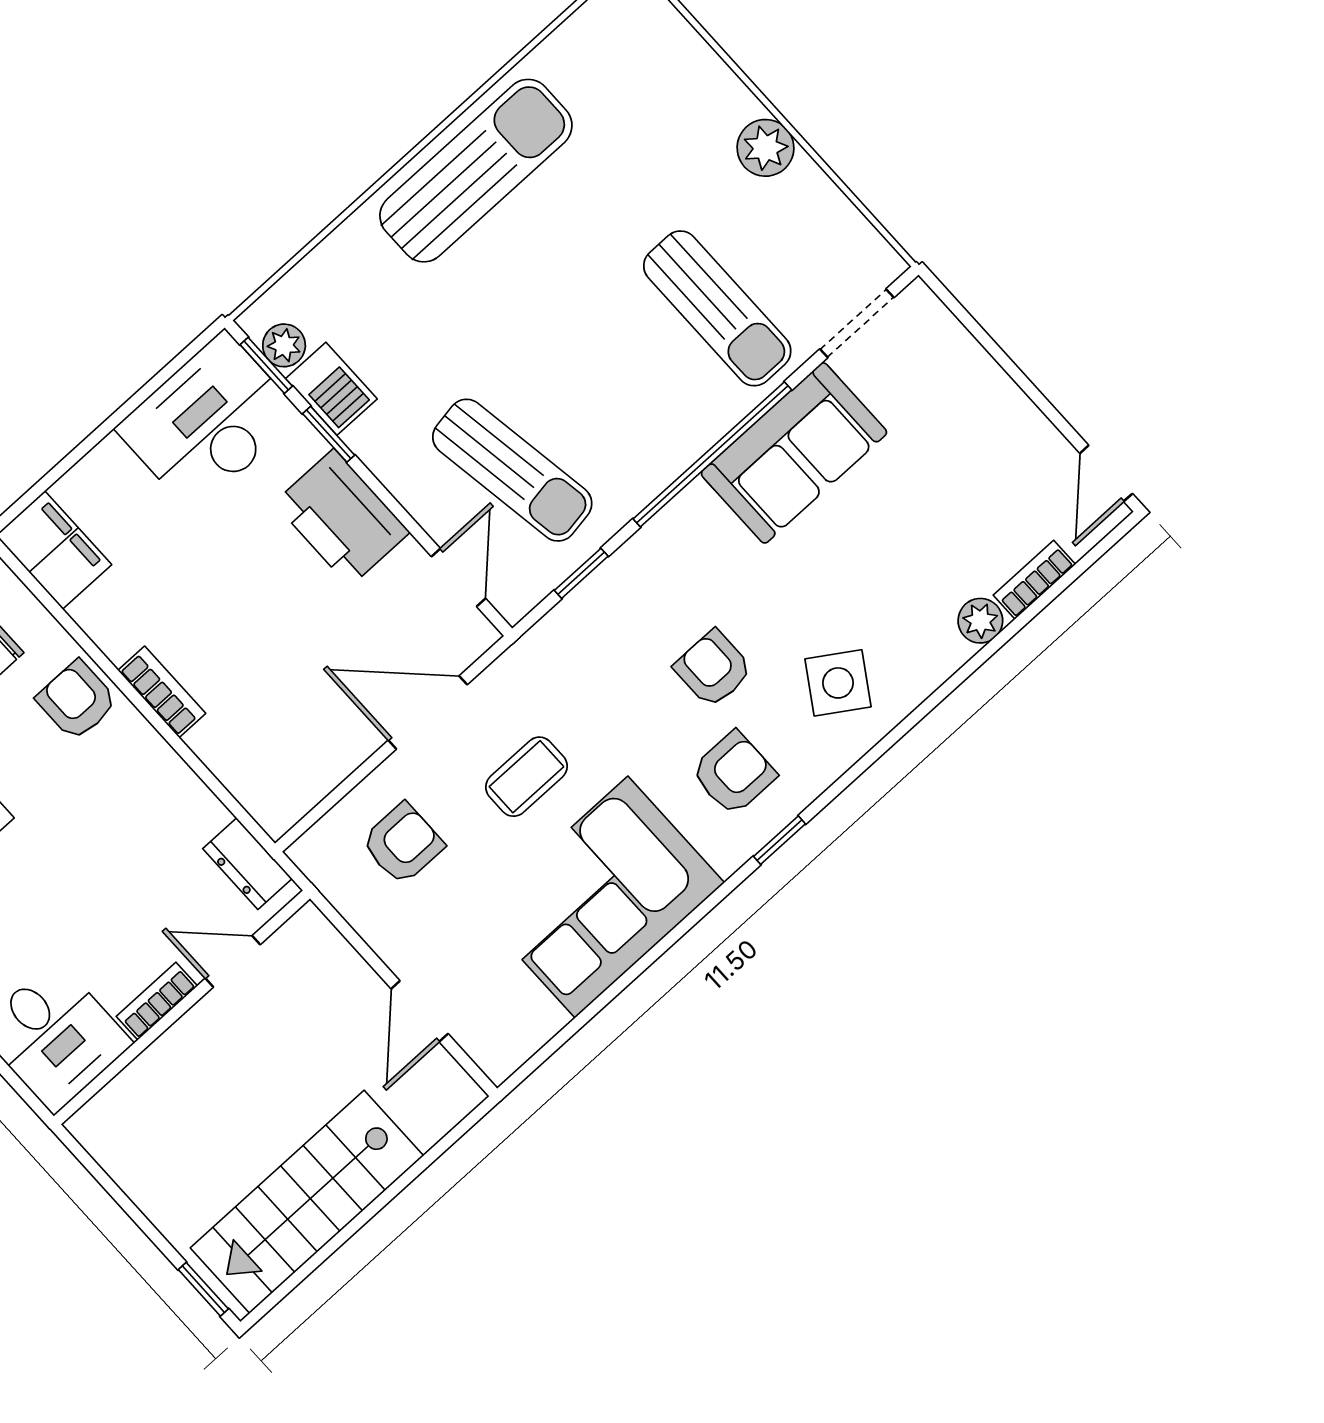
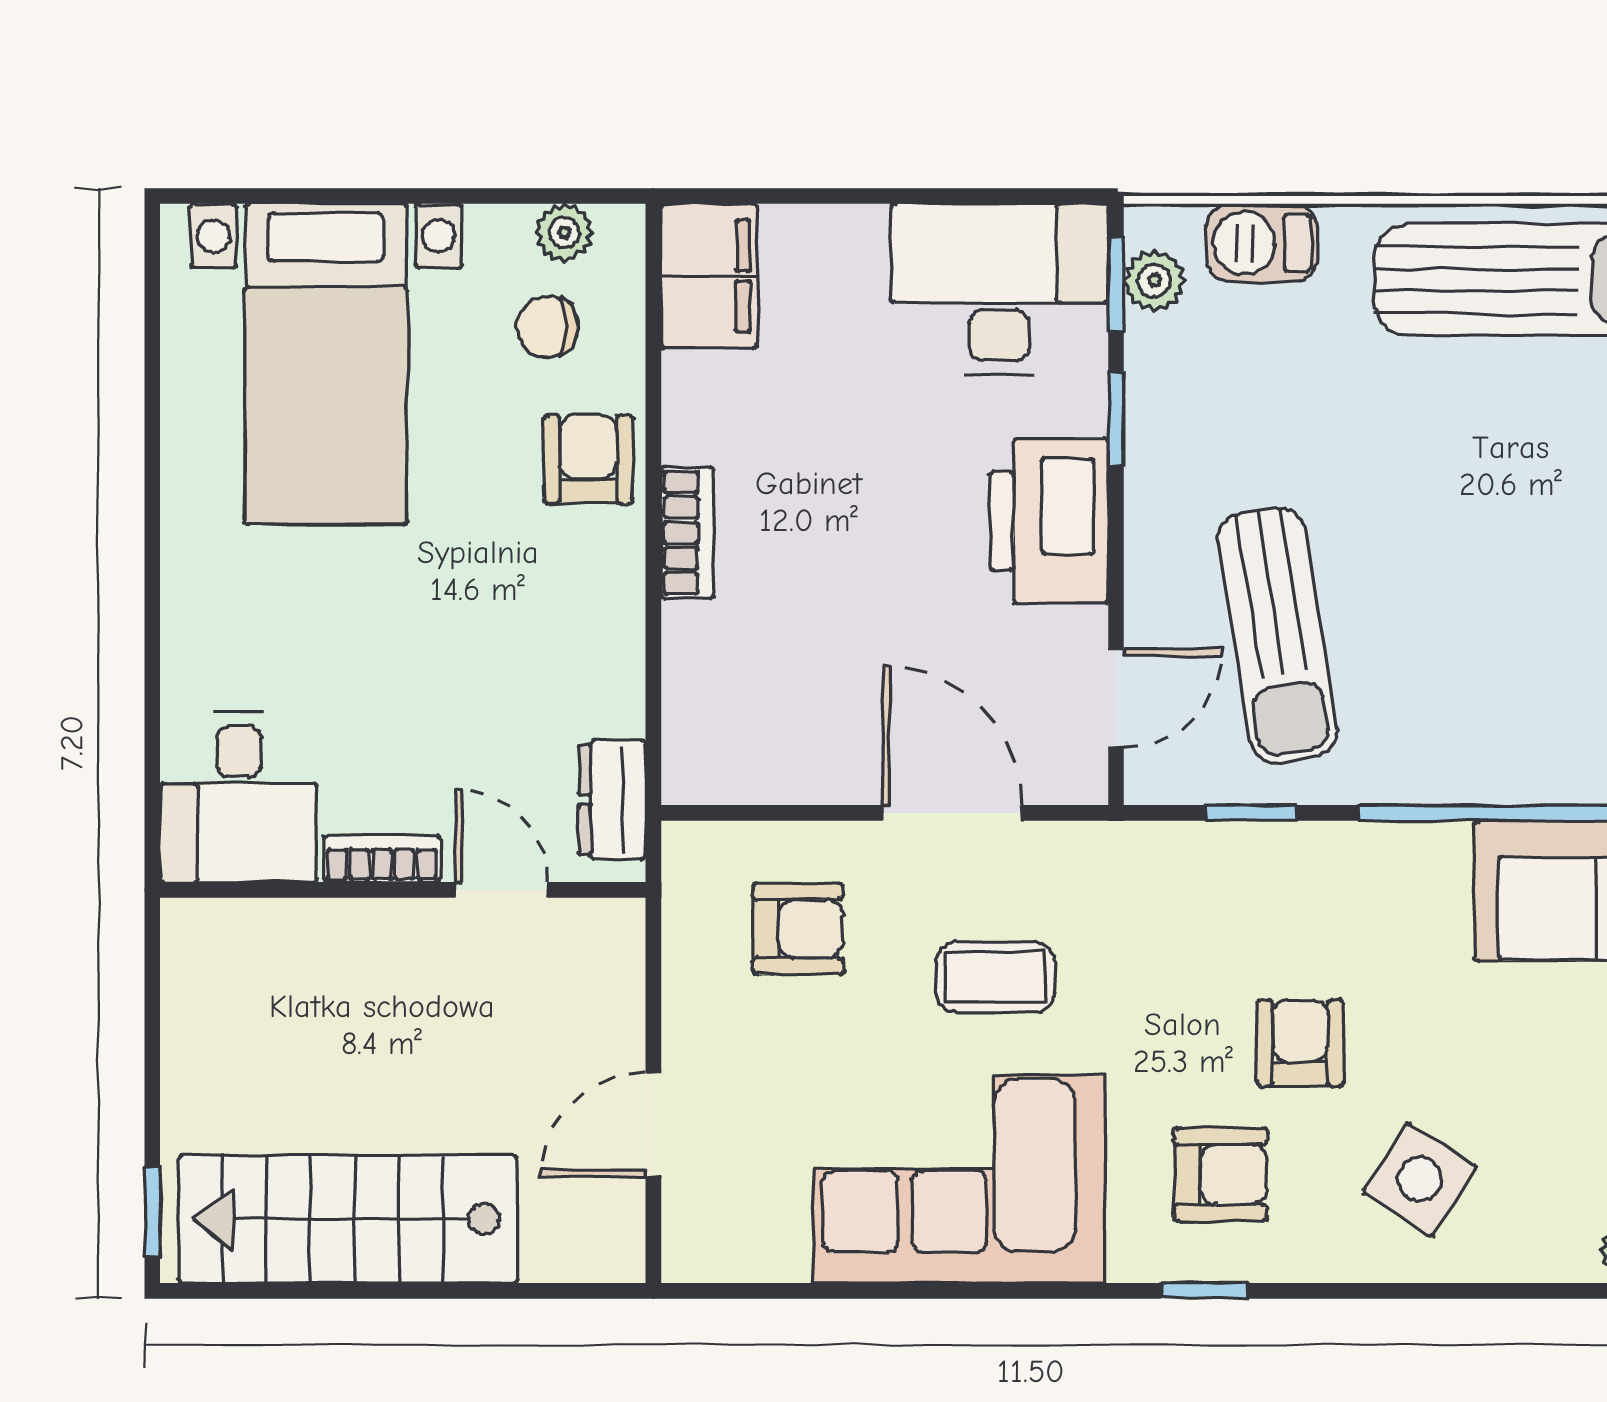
barbecue: (331, 389) -> (1262, 243), moved, turned 90

